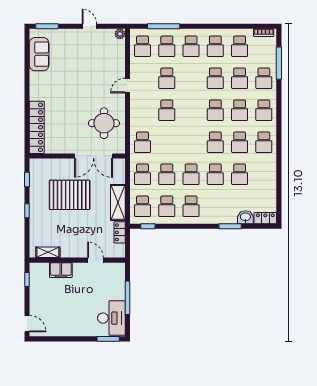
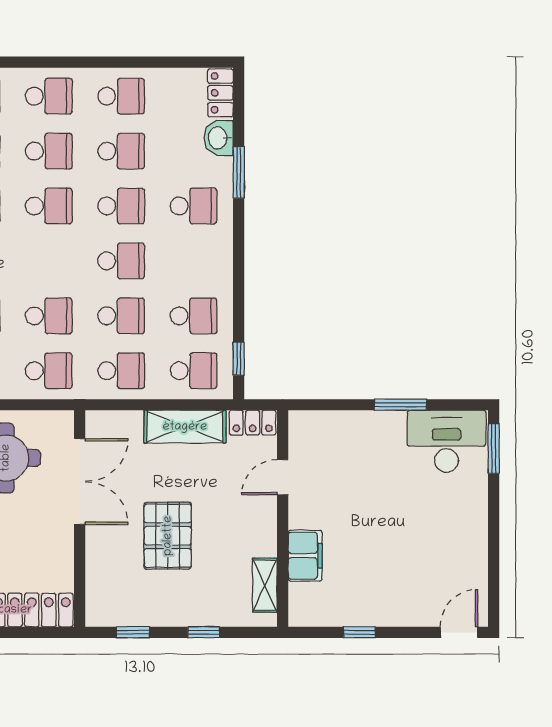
school desk: (167, 142) -> (49, 316), added
school desk: (264, 174) -> (121, 96), added
pallet: (70, 195) -> (168, 536), width x0.73, depth x0.71
school desk: (191, 206) -> (194, 206), moved
shelving: (48, 252) -> (265, 585), moved
wall: (77, 260) -> (283, 519), moved
door: (95, 260) -> (283, 477), moved
filing cabinet: (61, 270) -> (305, 556), moved
window: (127, 298) -> (400, 405), width x0.69

